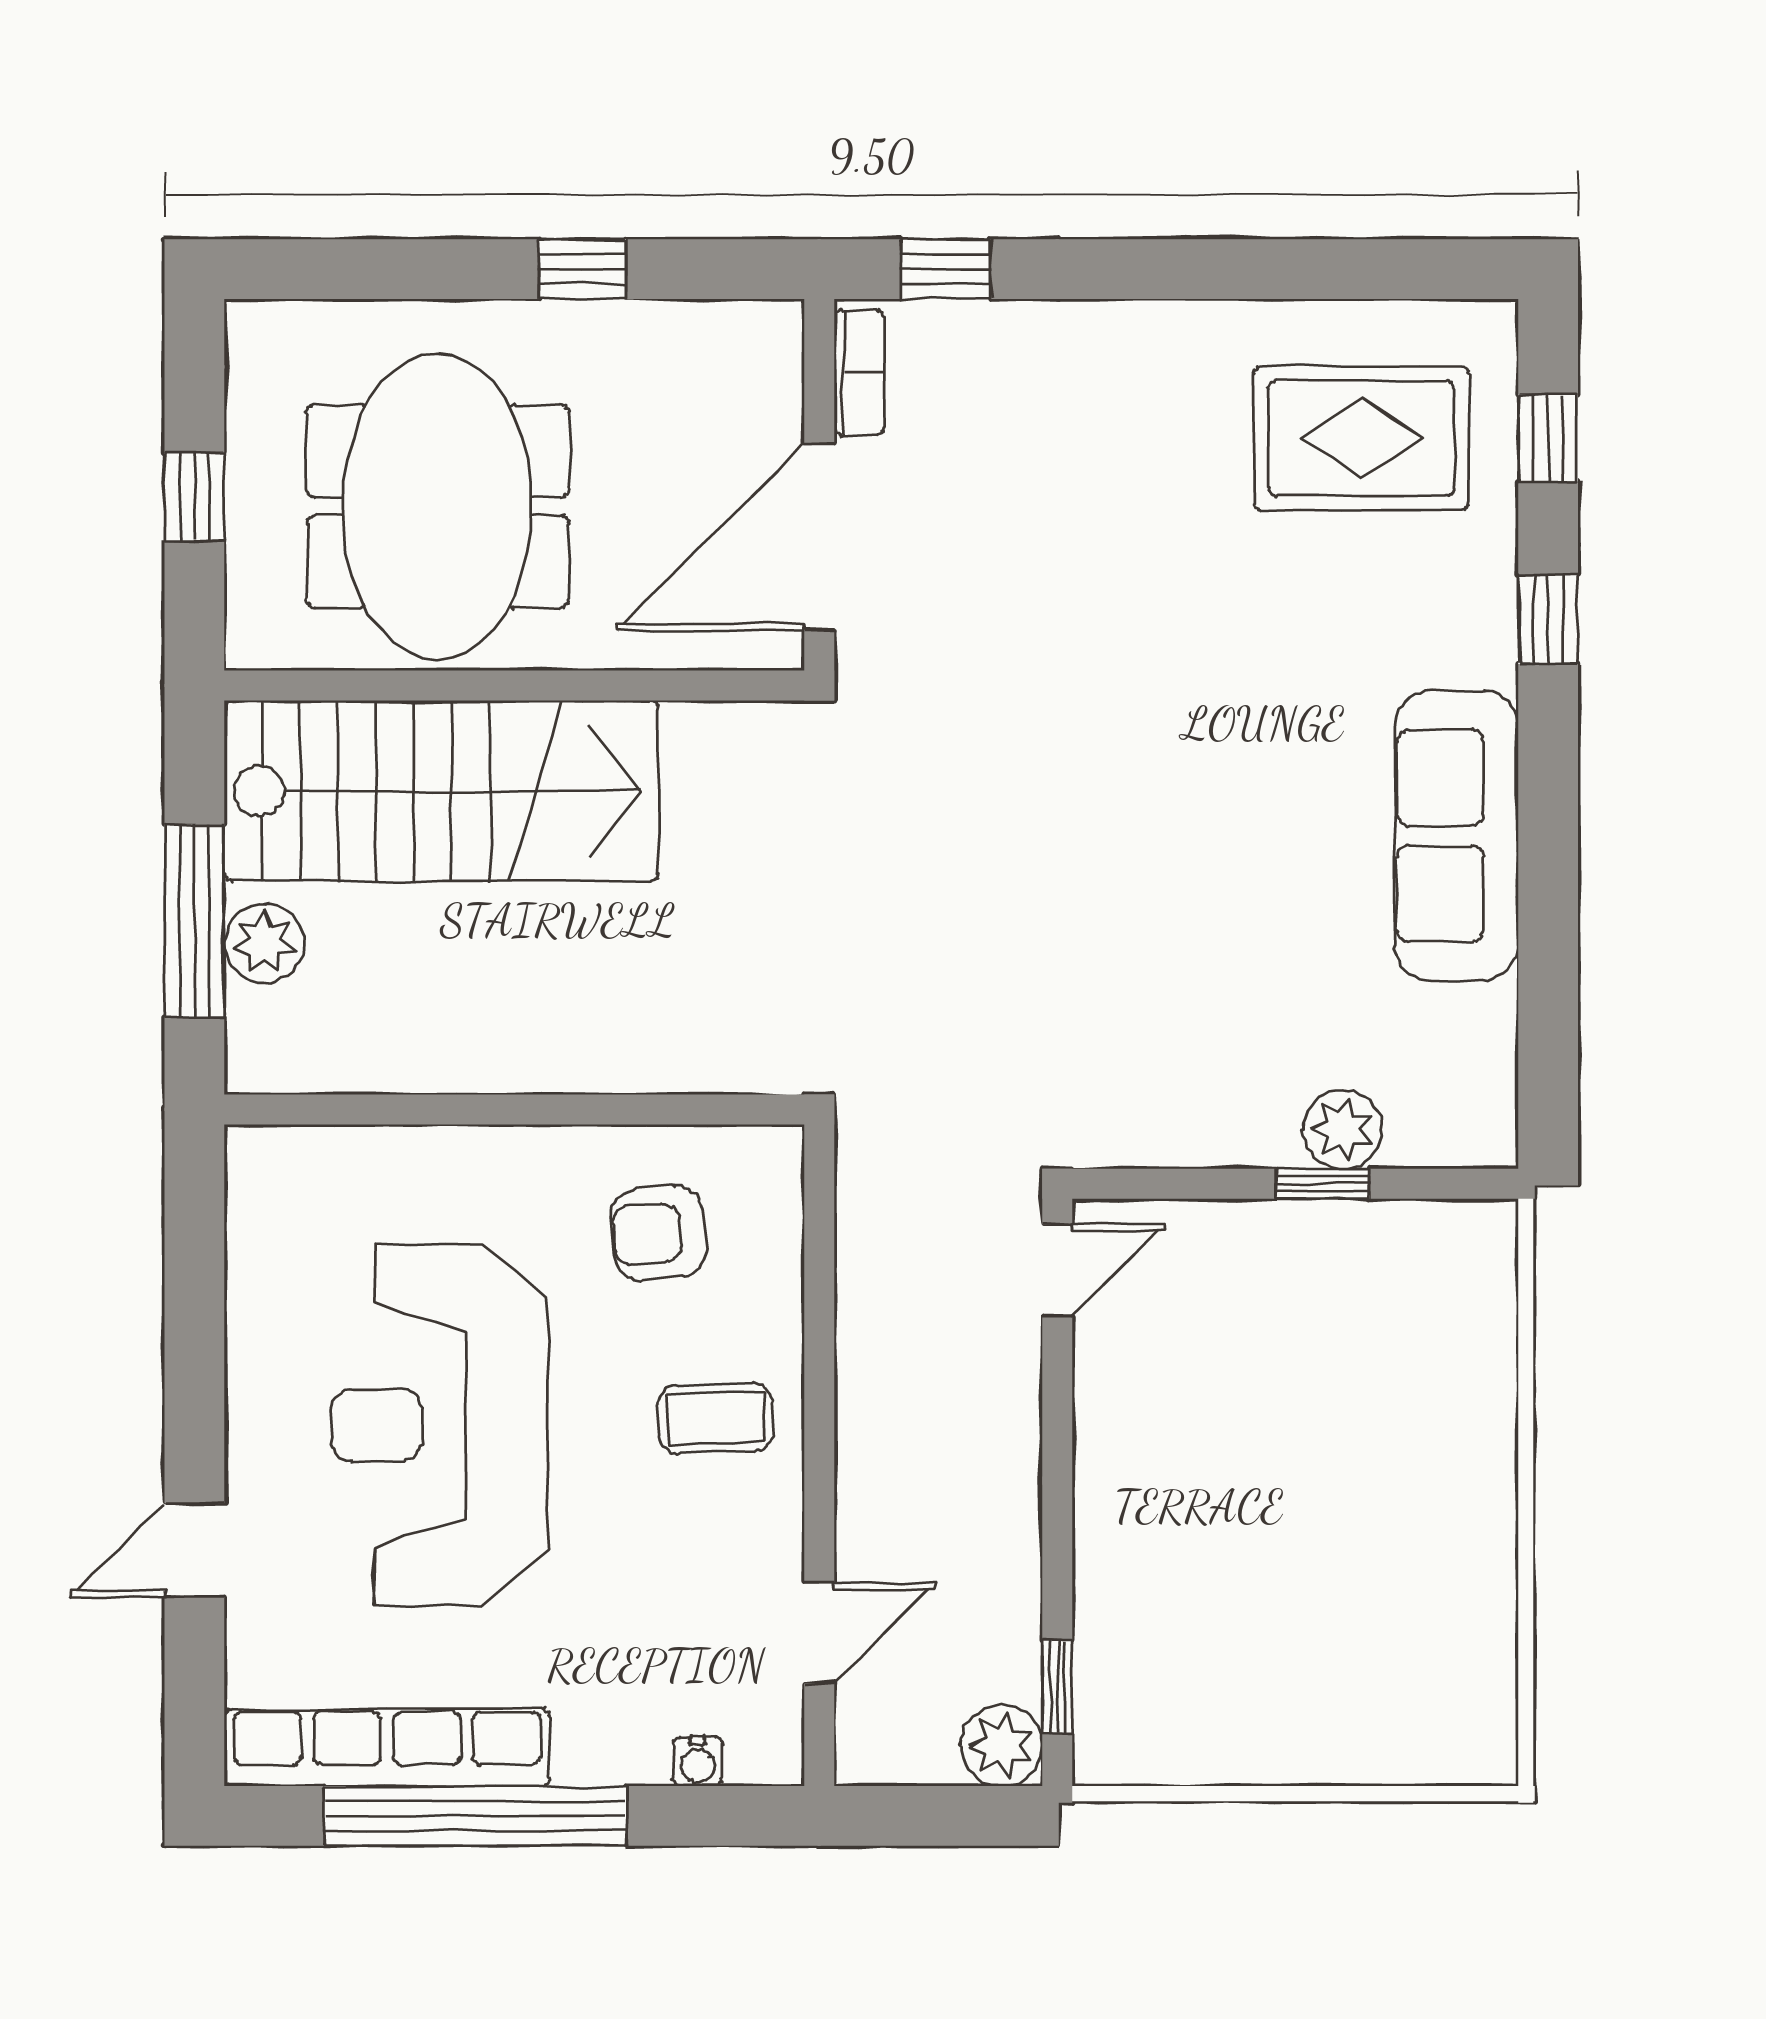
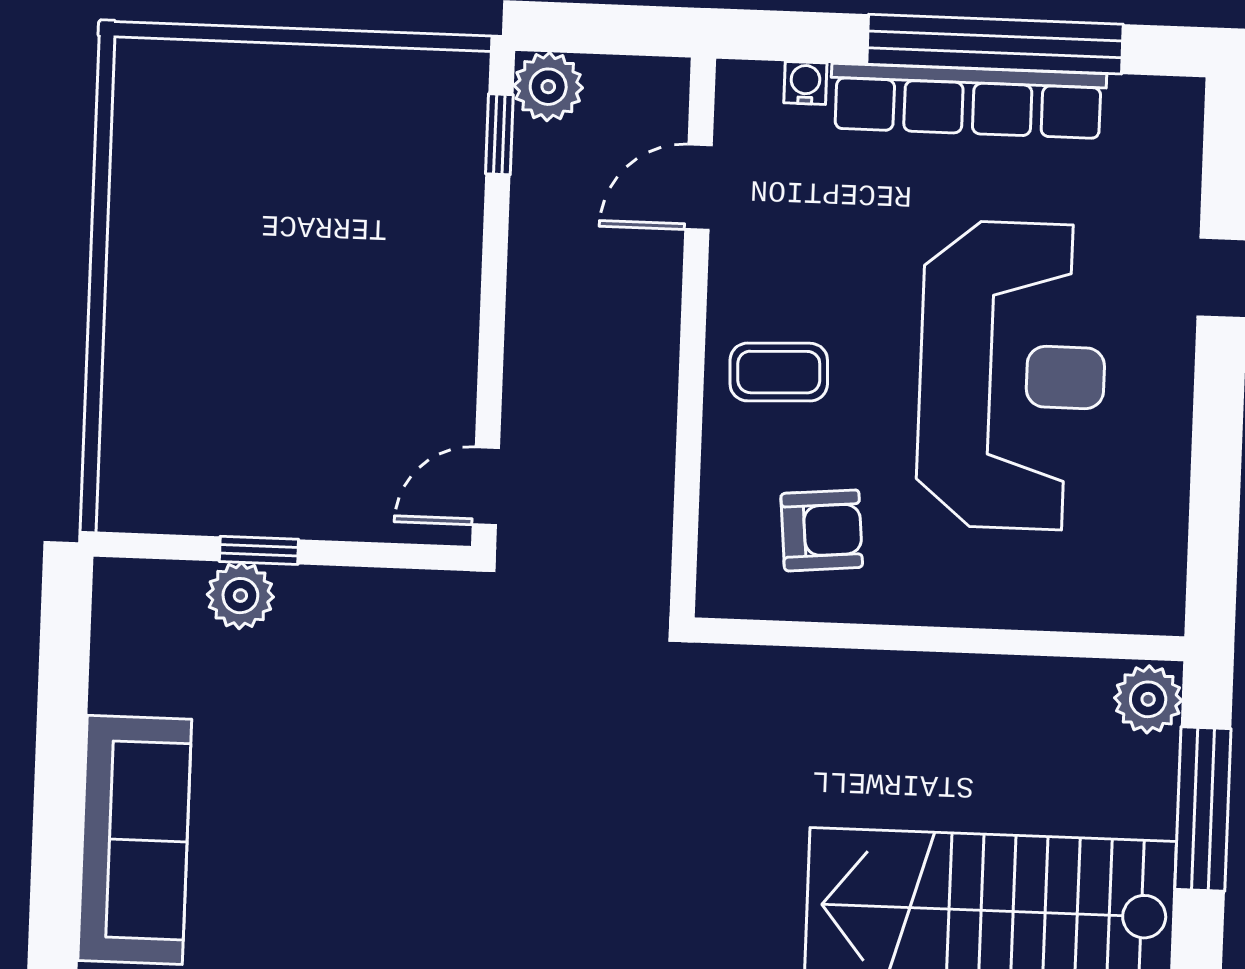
plant: (264, 943) -> (1148, 699), moved
row of seats: (387, 1748) -> (968, 101), moved

